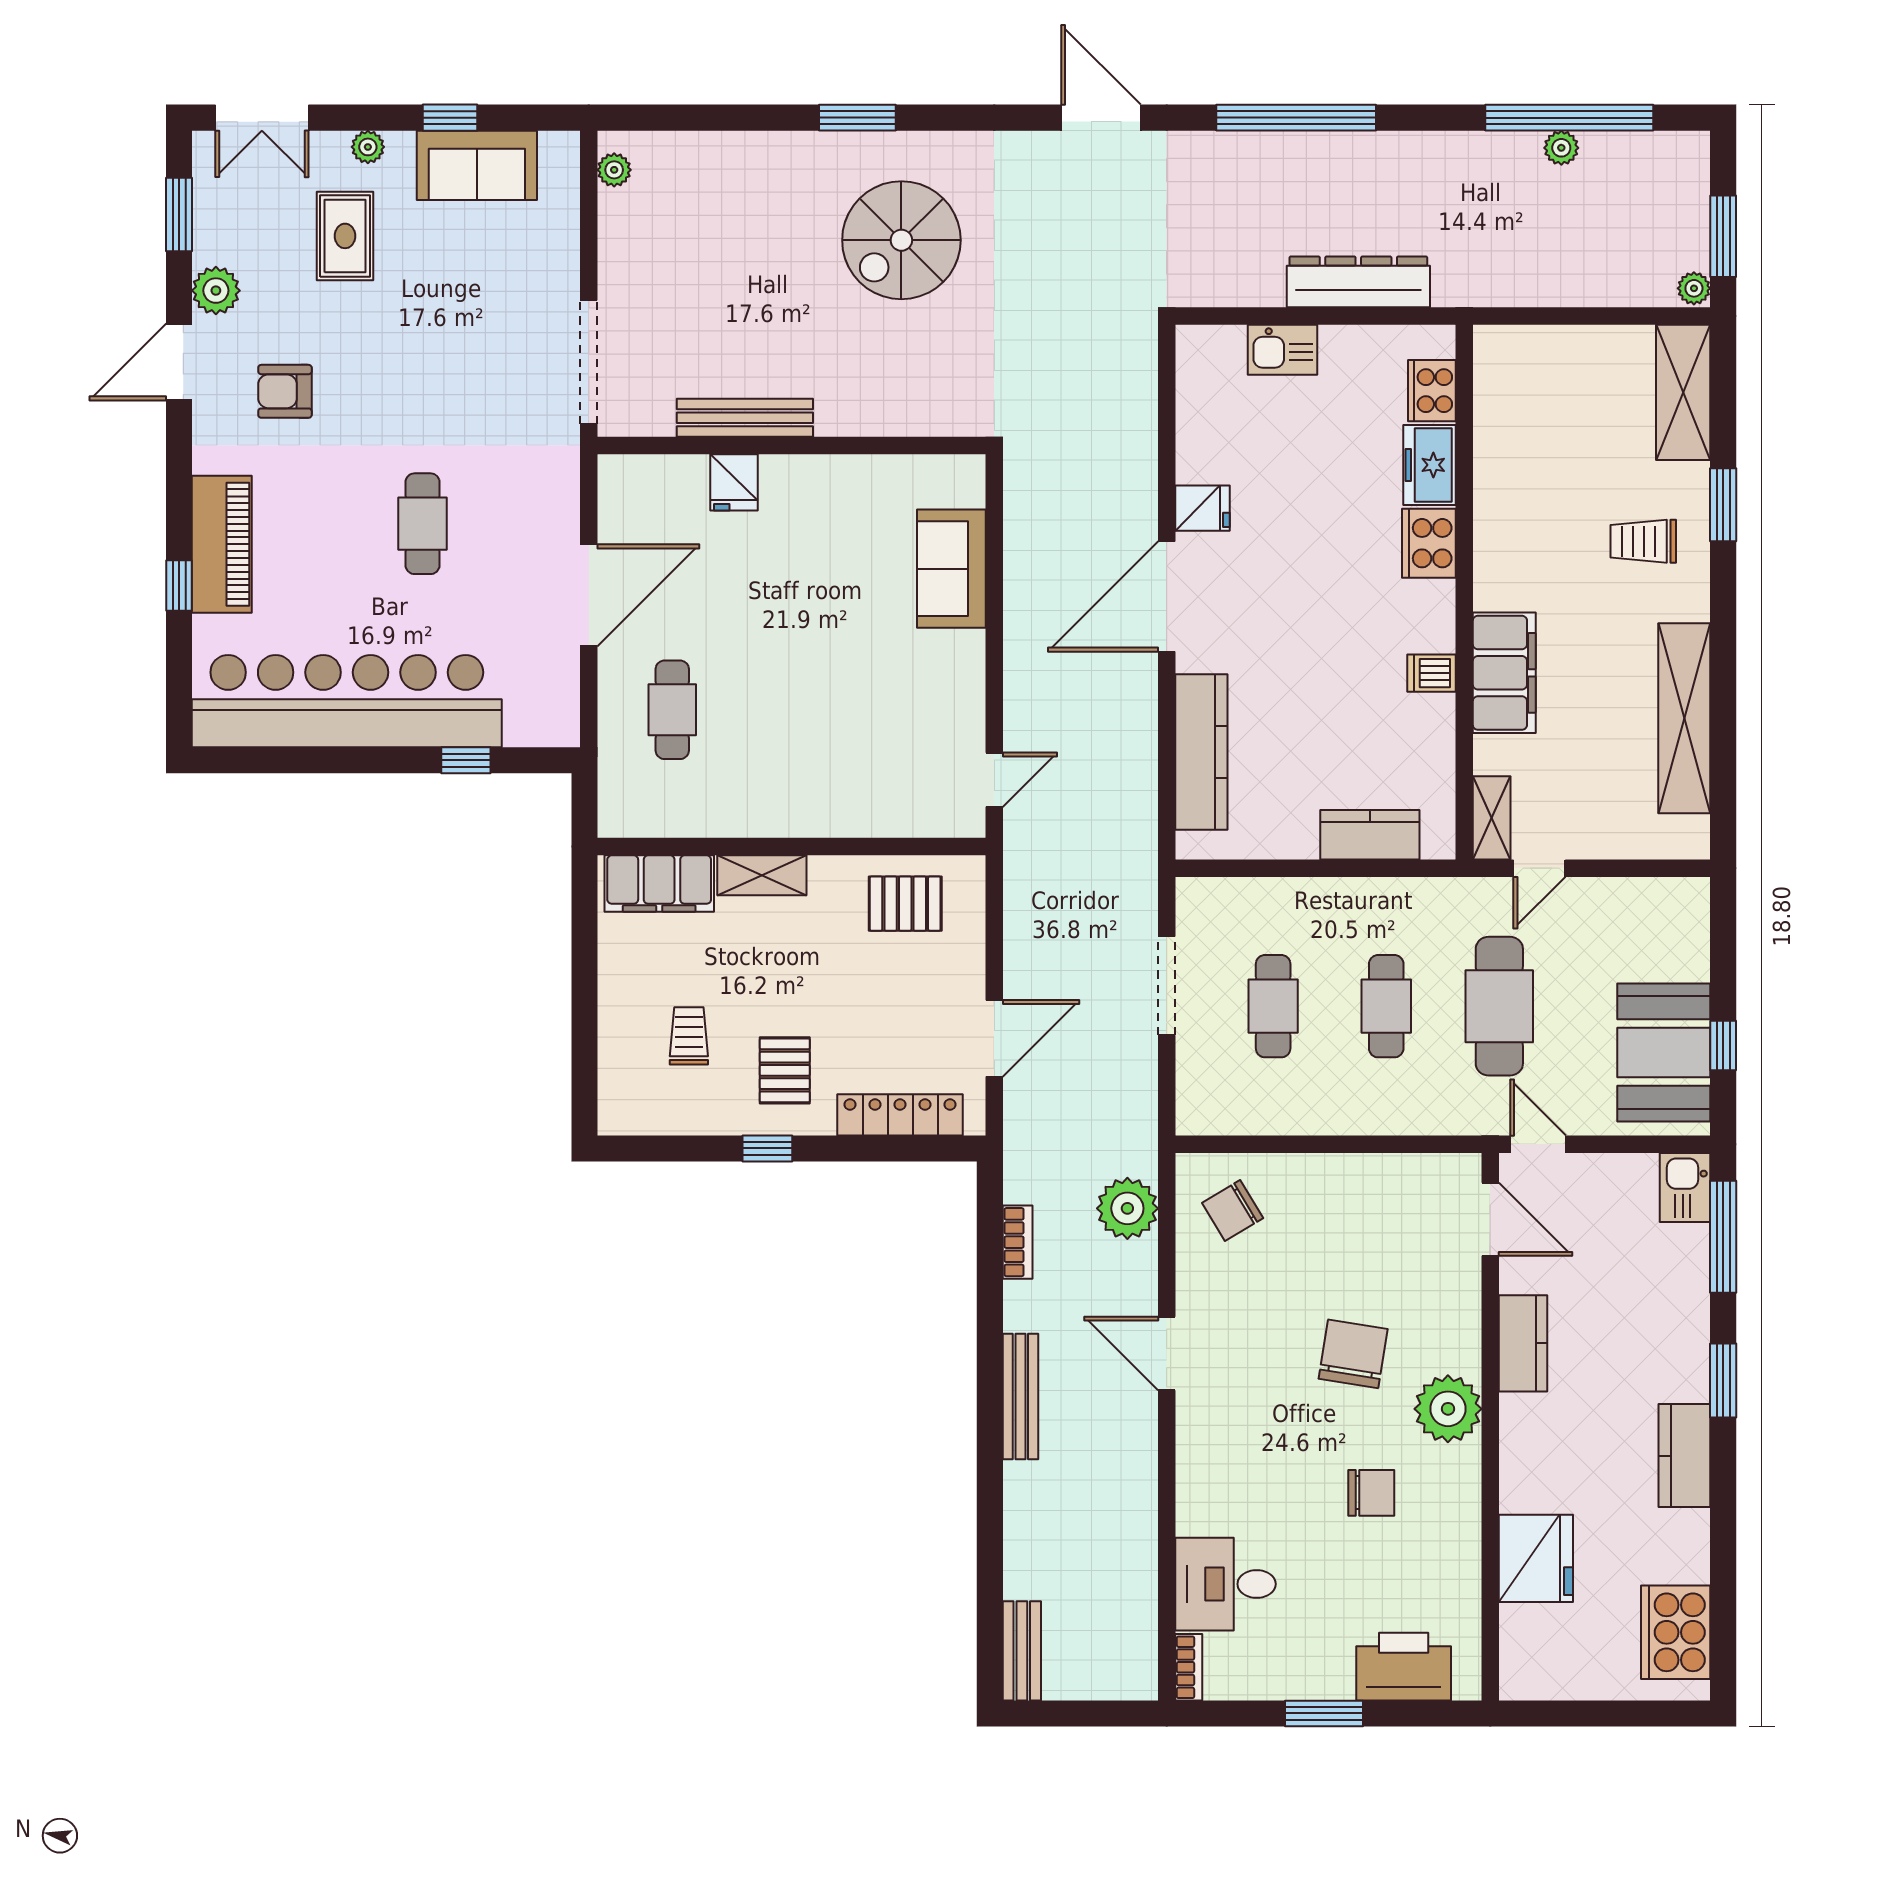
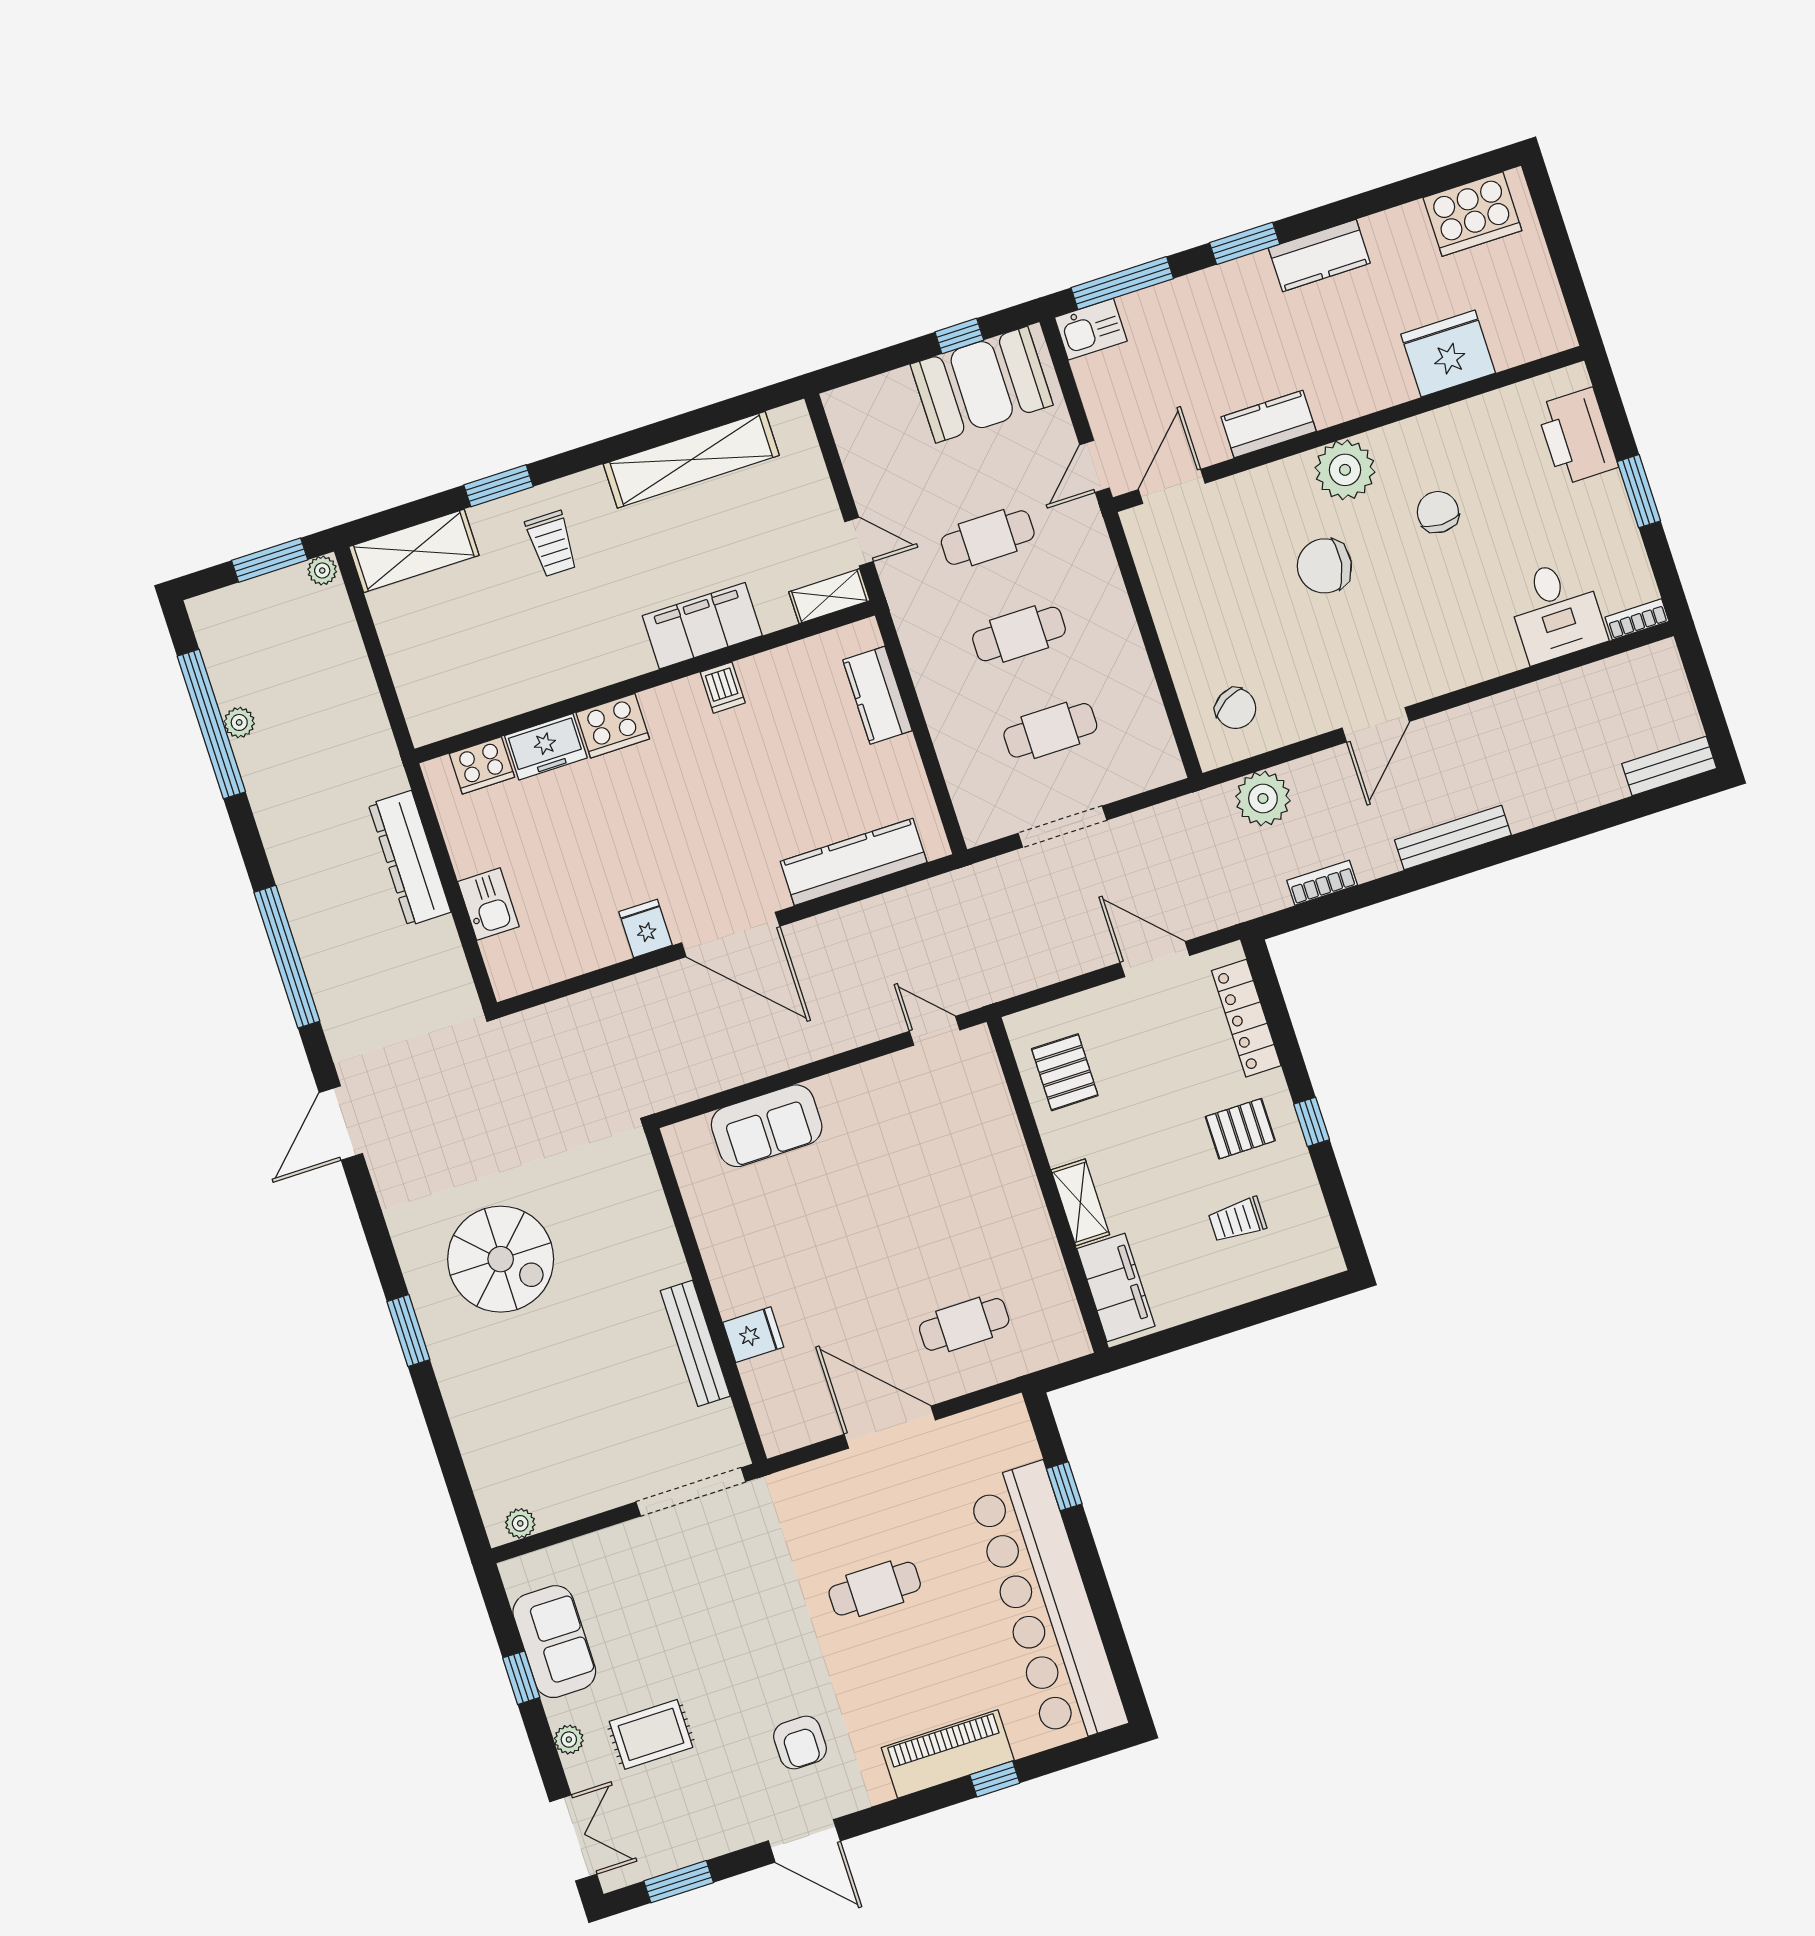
plant: (216, 291) -> (733, 1829), removed
cafe table: (1499, 1006) -> (988, 538), width x0.73, depth x0.74

